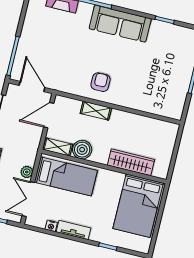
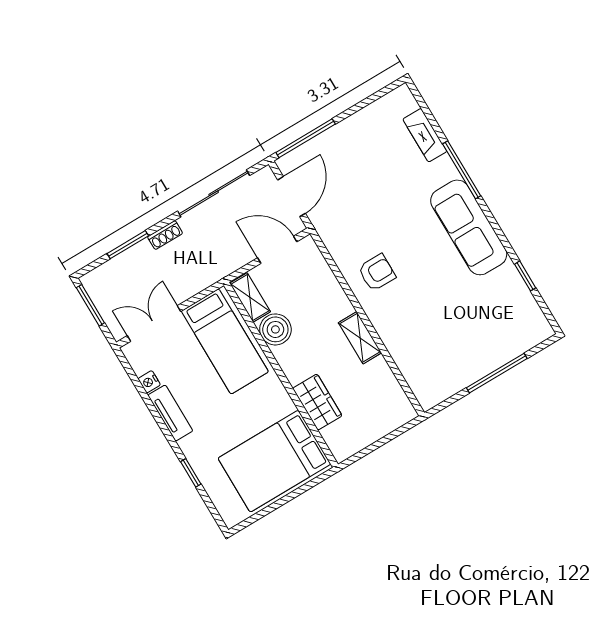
shelving: (96, 111) -> (360, 338), moved
wardrobe: (131, 162) -> (317, 402), width x0.67
plant: (27, 172) -> (184, 290), removed

